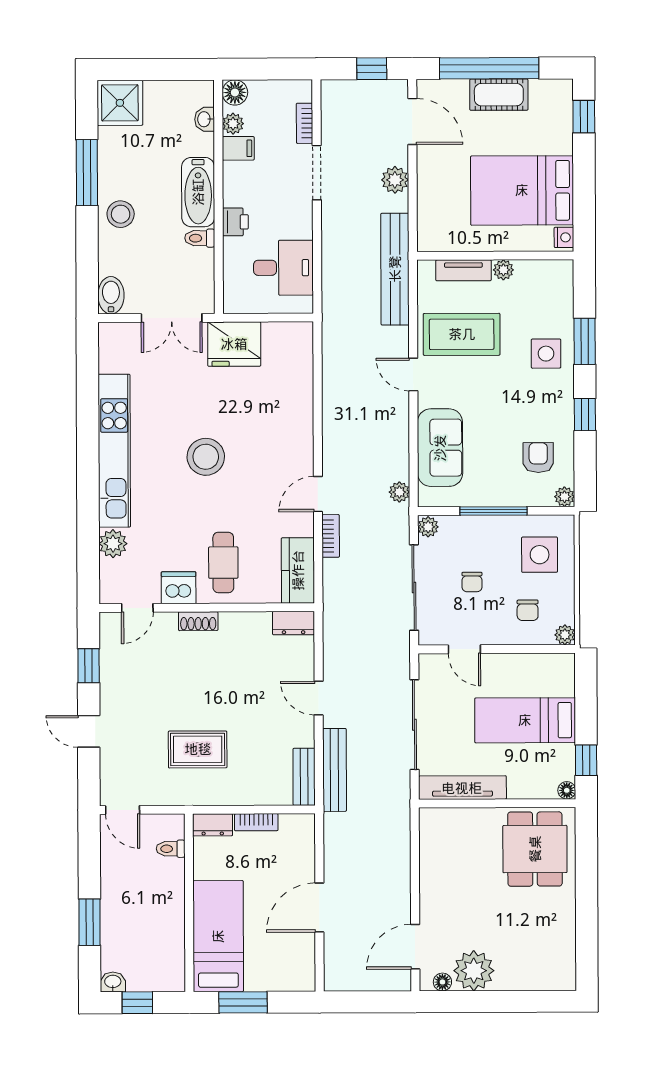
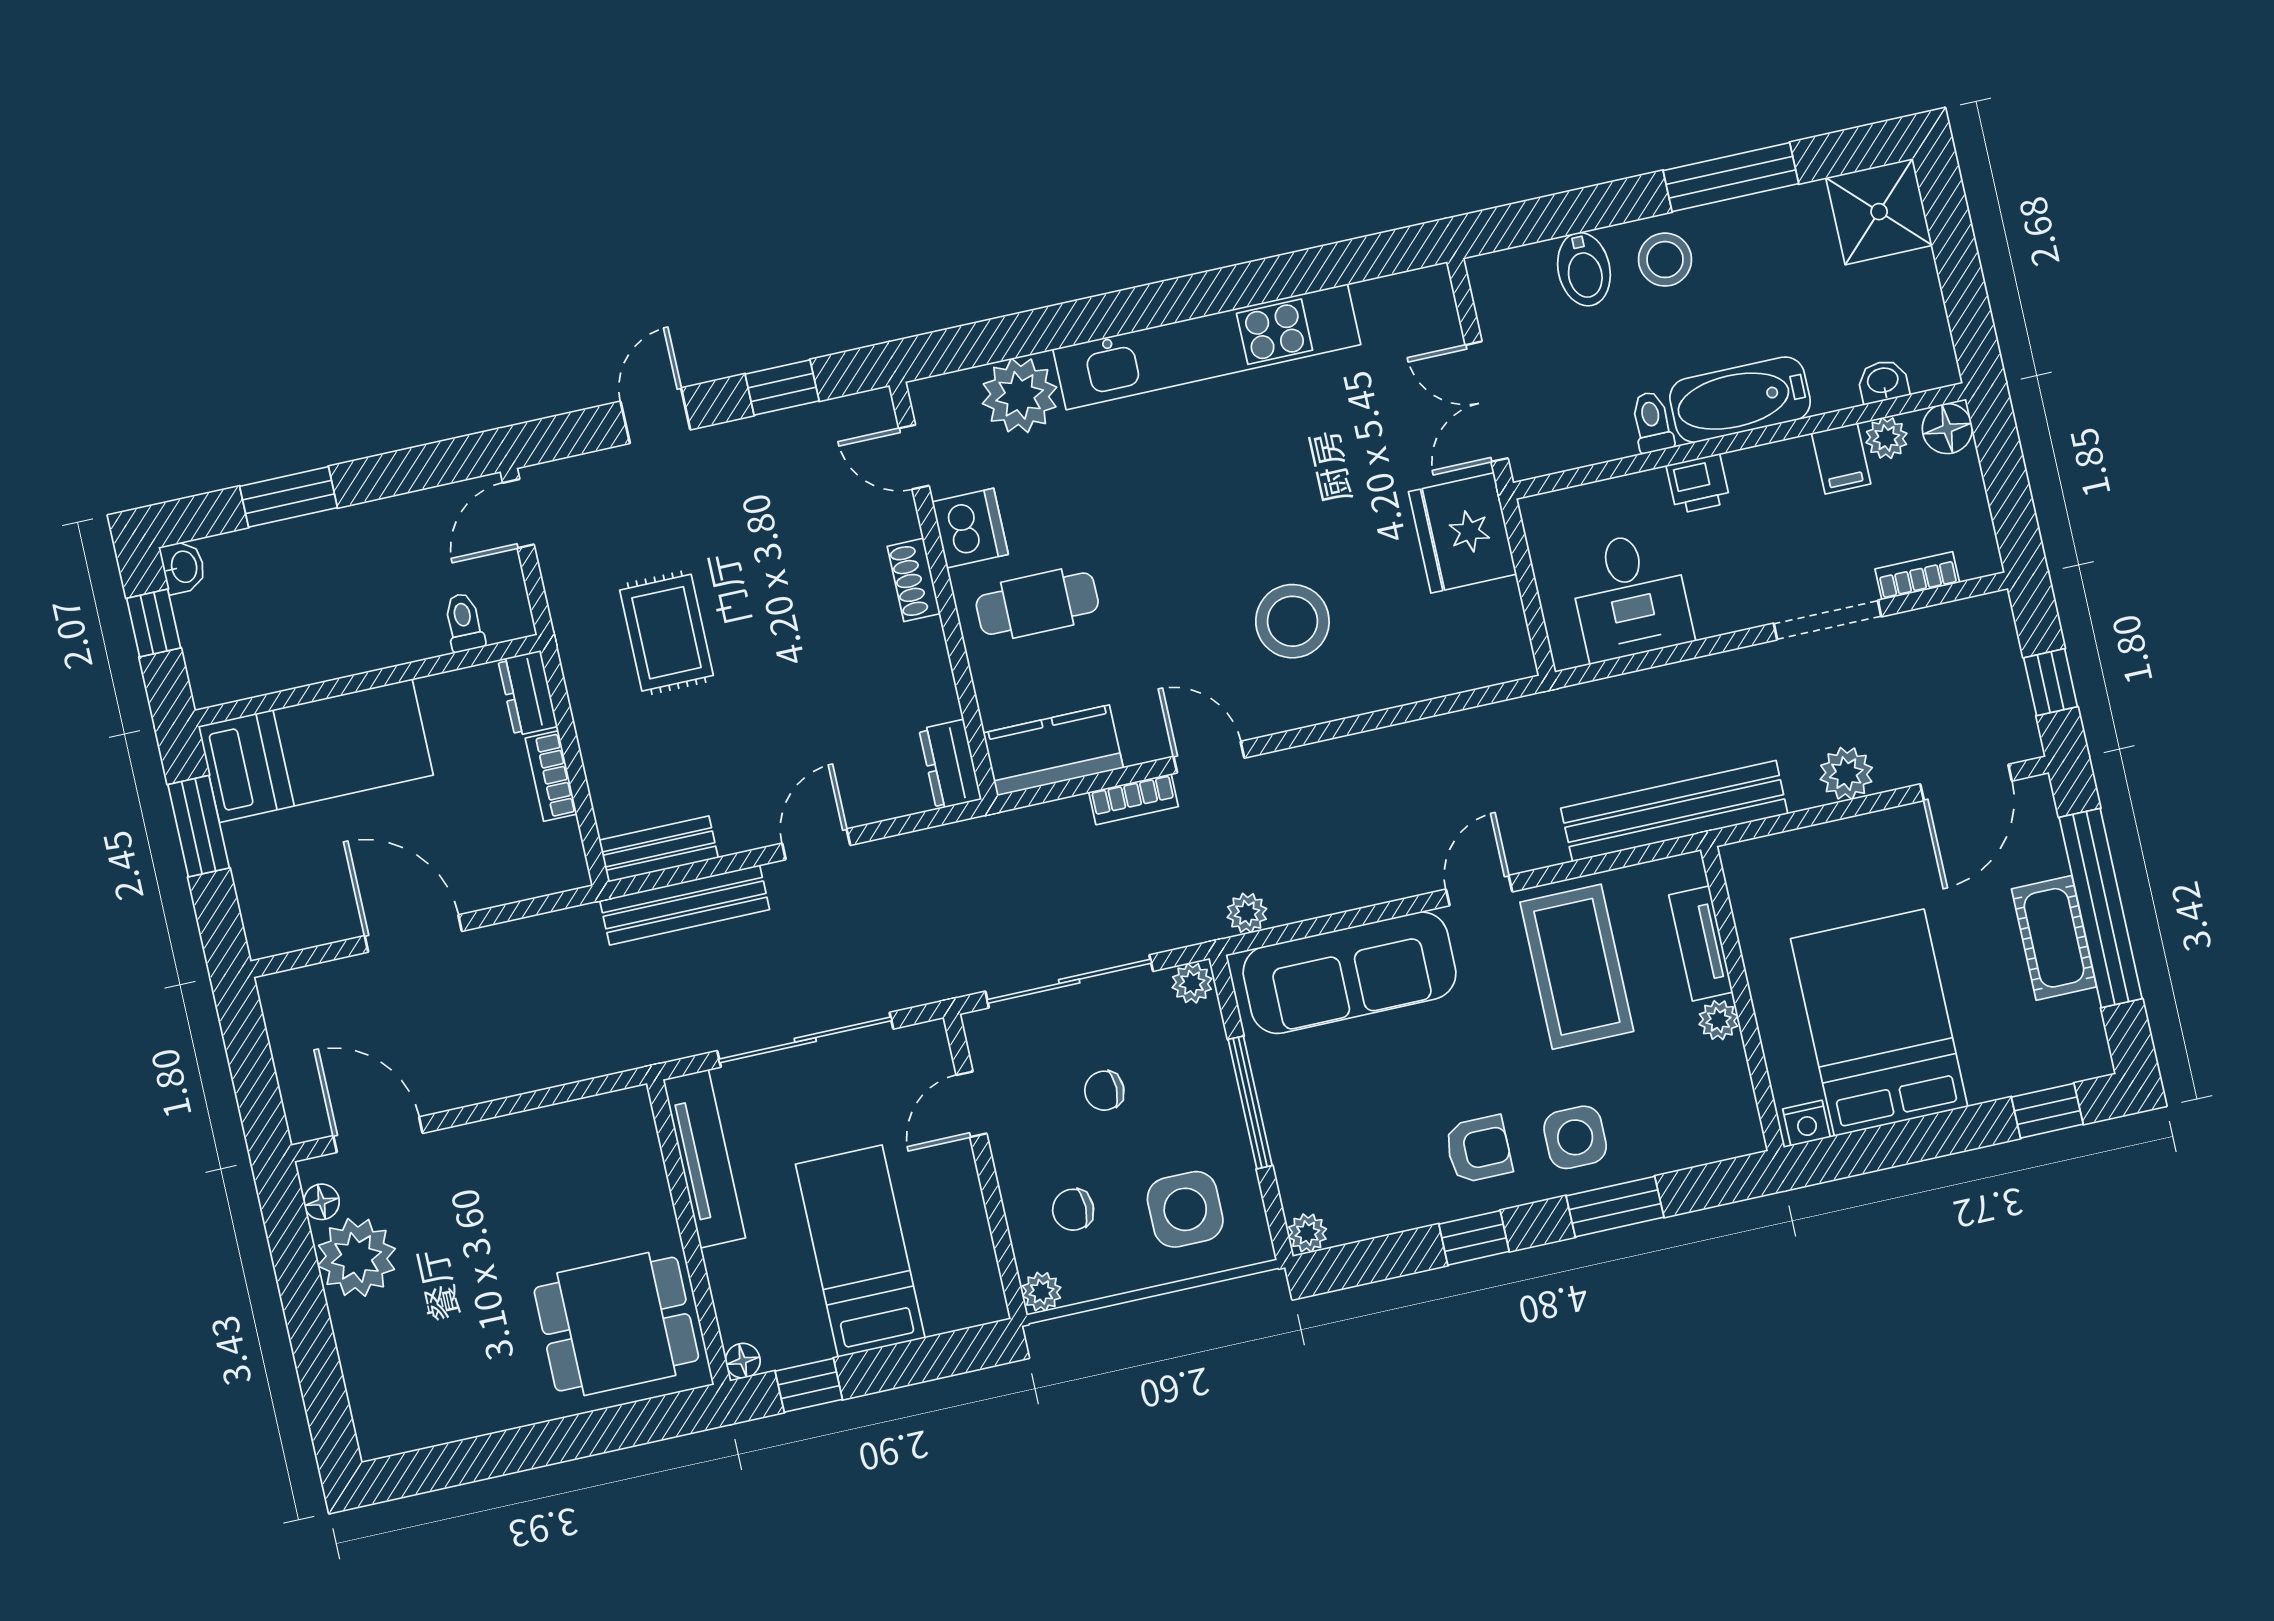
bidet: (111, 295) -> (1584, 269), moved, turned 90
sofa: (440, 448) -> (1350, 973), width x1.36
stool: (206, 457) -> (1292, 621), moved
armchair: (538, 458) -> (1478, 1149), moved
plant: (113, 544) -> (1020, 395), width x1.36, depth x1.36

